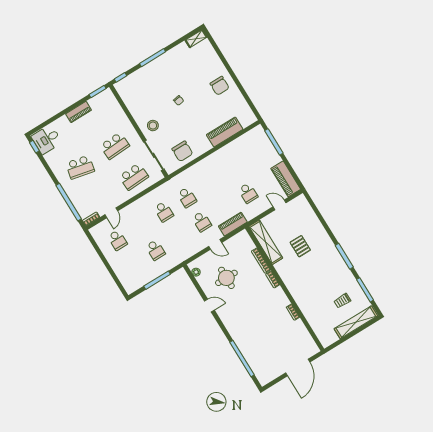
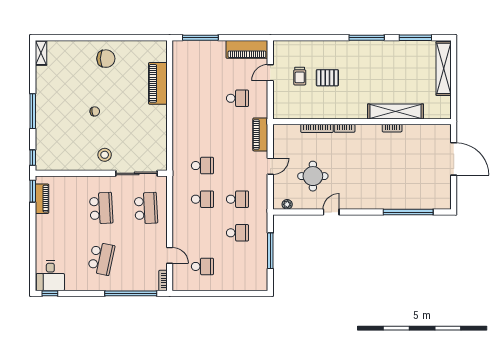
piano: (79, 112) -> (42, 199), moved
chair: (182, 151) -> (151, 140), removed
school desk: (202, 222) -> (237, 199), moved
shelving: (266, 242) -> (396, 111), moved
trolley: (342, 301) -> (300, 76), moved

